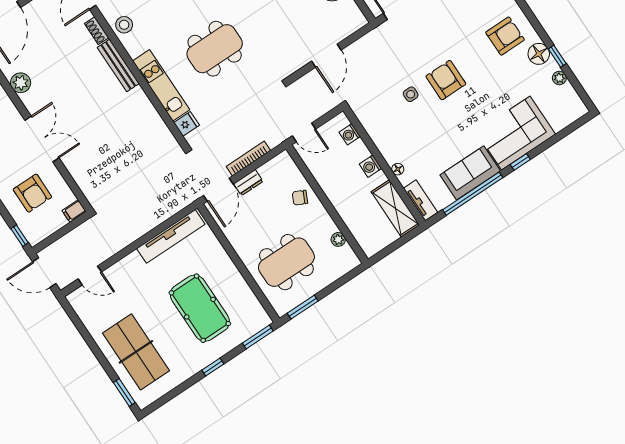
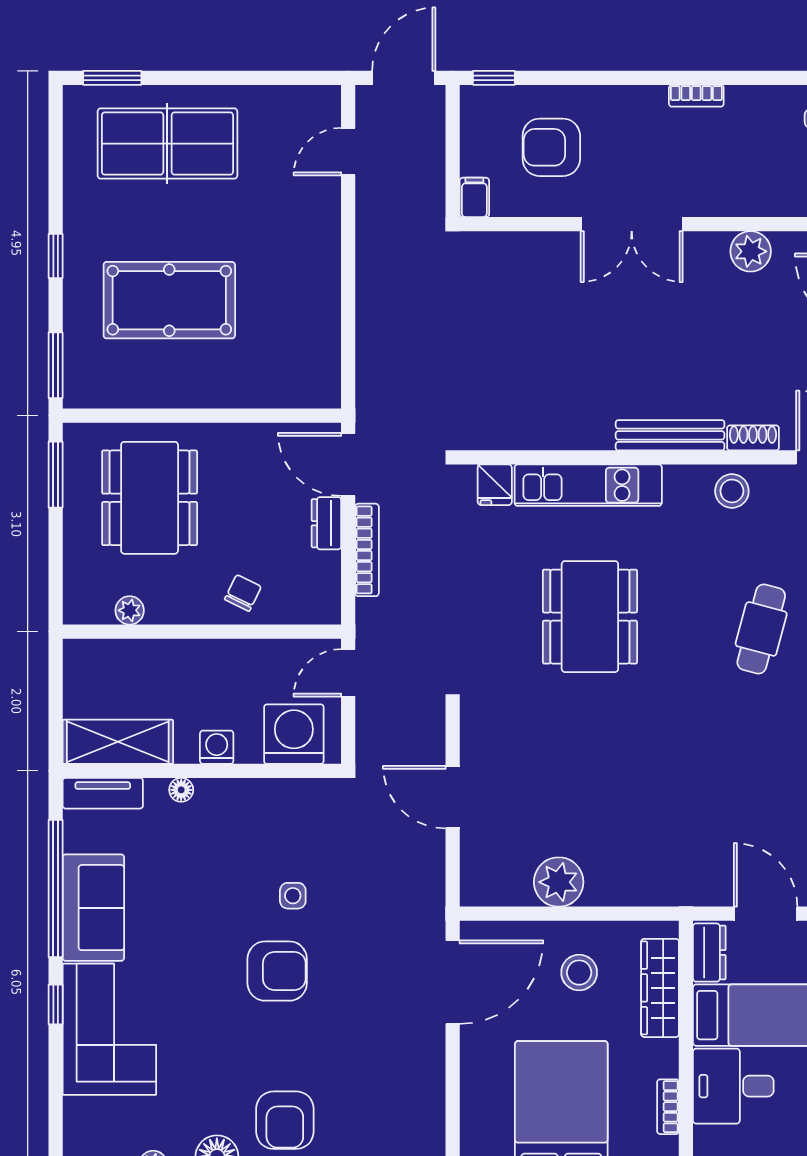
washing machine: (350, 134) -> (294, 734), width x1.89, depth x1.89
tv unit: (171, 236) -> (323, 332), removed

